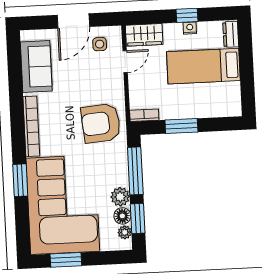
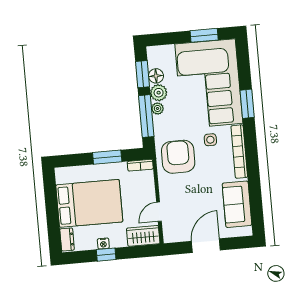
side table: (100, 44) -> (210, 140), moved
bed: (203, 66) -> (89, 203), width x1.50
armchair: (101, 123) -> (178, 157), turned -85
plant: (125, 232) -> (158, 108), moved

